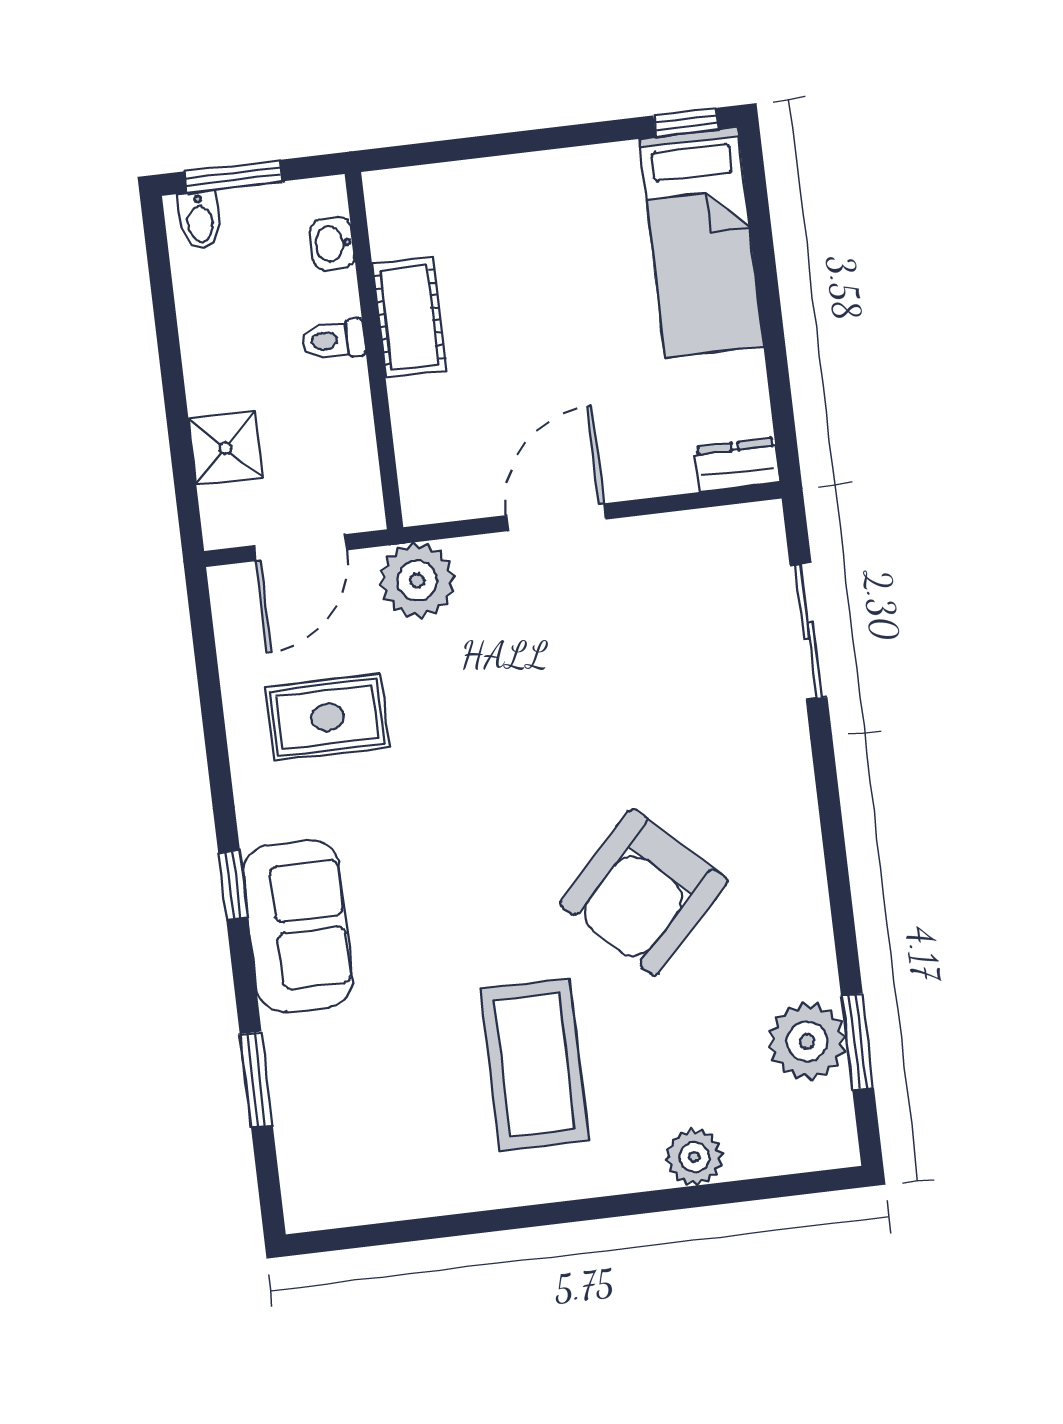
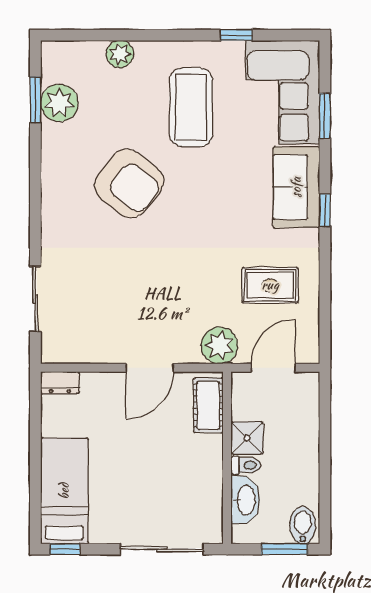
sliding door: (486, 146) -> (162, 549), added
bidet: (200, 220) -> (303, 525), width x1.38, depth x1.36
washbasin: (332, 244) -> (245, 500), width x1.91, depth x1.45
cot: (409, 317) -> (208, 405), moved
shower: (225, 448) -> (247, 438), moved
armchair: (644, 892) -> (129, 183), turned 84
corner sofa: (349, 1118) -> (283, 92), added
window: (459, 1225) -> (236, 35), added

